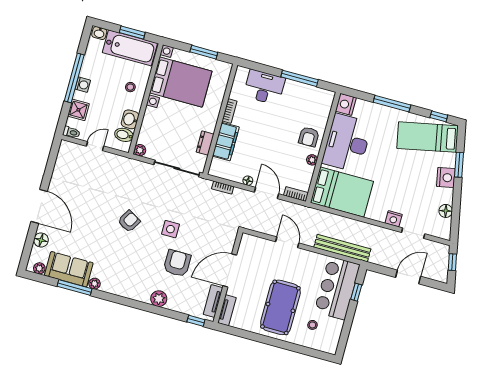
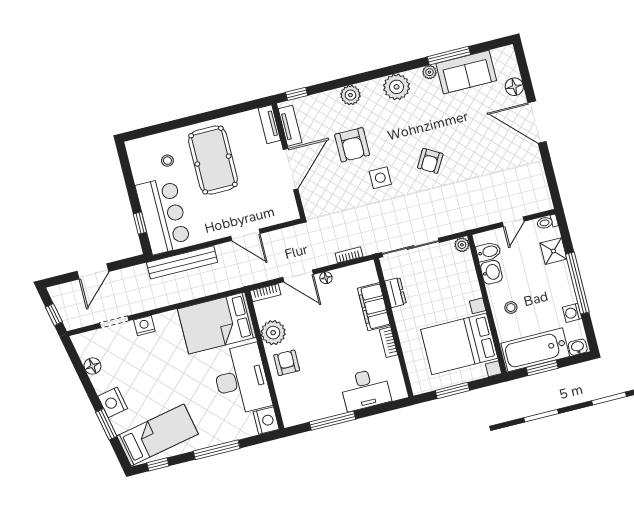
washing machine: (83, 85) -> (572, 313), moved
plant: (312, 160) -> (273, 333), width x1.88, depth x1.88
plant: (39, 268) -> (397, 87), moved, width x1.88, depth x1.88

